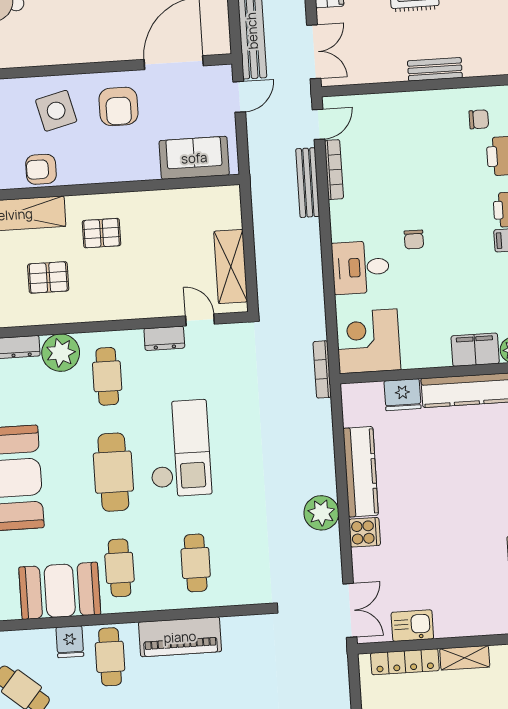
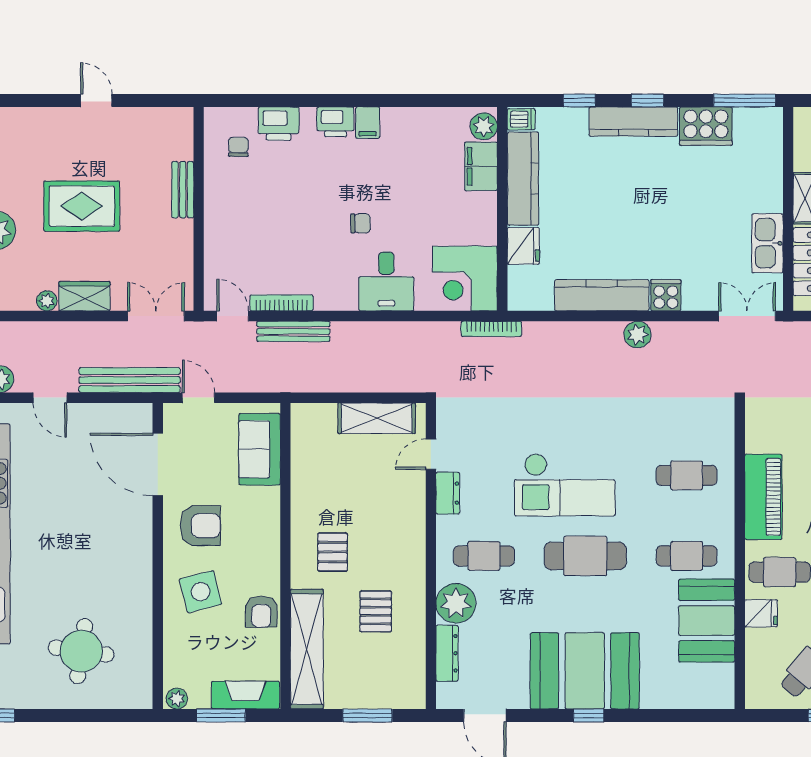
checkout: (179, 448) -> (565, 485), turned 180
plant: (321, 513) -> (638, 335), width x0.73, depth x0.73
kitchen sink: (412, 626) -> (767, 243), width x1.38

